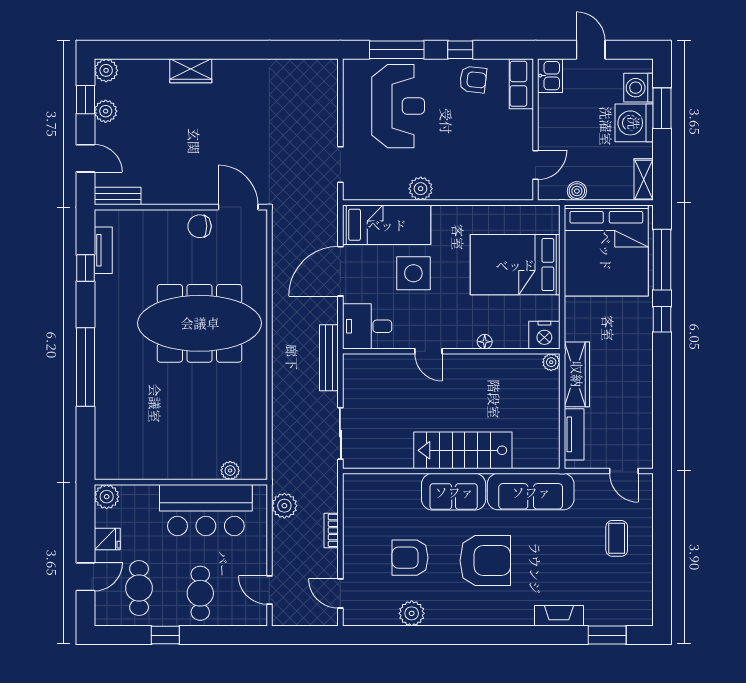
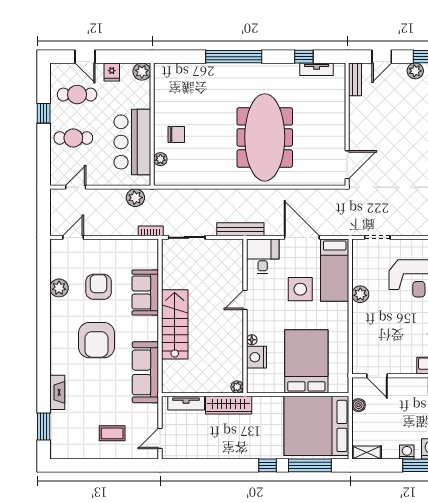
washing machine: (634, 123) -> (407, 452), width x0.53, depth x0.53
chair: (200, 226) -> (176, 134), moved, turned 90
nightstand: (544, 335) -> (256, 357), moved
sofa: (454, 492) -> (145, 293), moved
bookcase: (331, 530) -> (151, 231), moved

